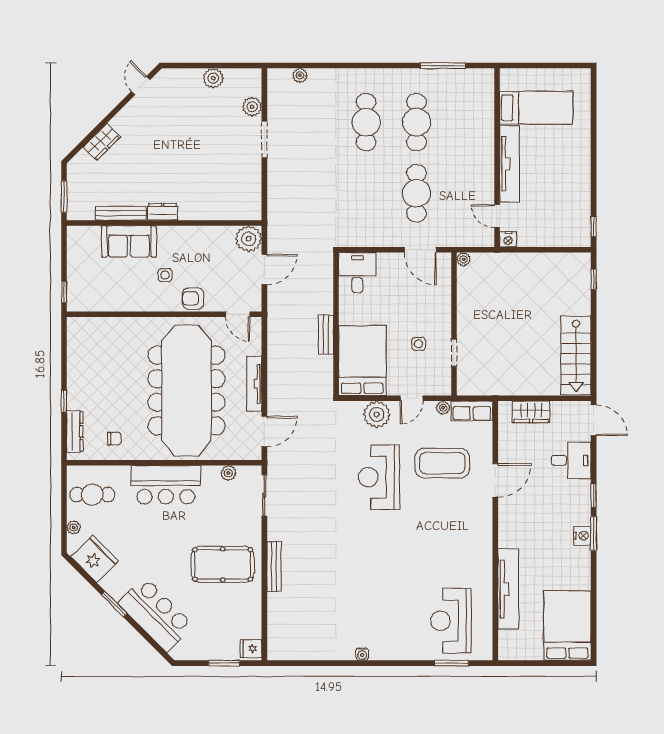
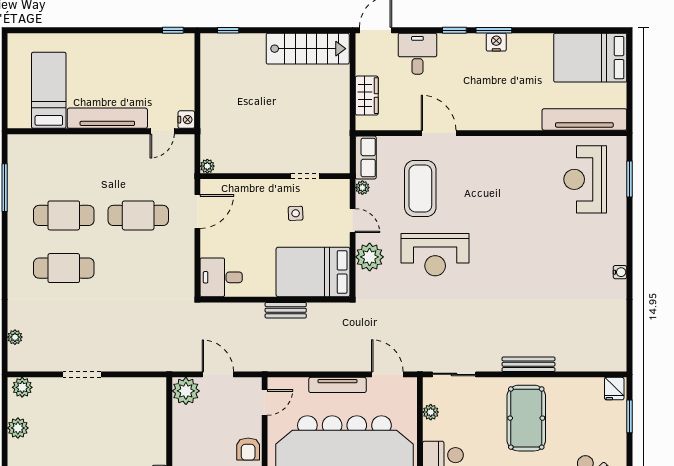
plant: (252, 107) -> (22, 387), moved
tv unit: (508, 589) -> (584, 119), moved
reception desk: (451, 621) -> (585, 179), turned 90

